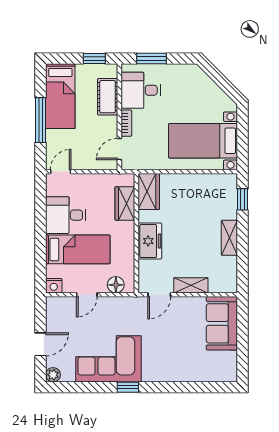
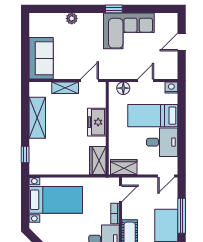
wardrobe: (125, 203) -> (124, 167), moved, turned -90
shelving: (229, 238) -> (37, 118), width x1.50, depth x1.33
plant: (53, 375) -> (72, 18), moved

